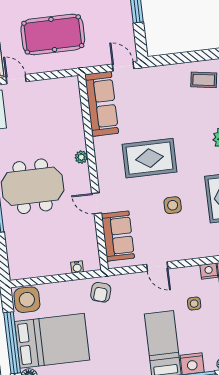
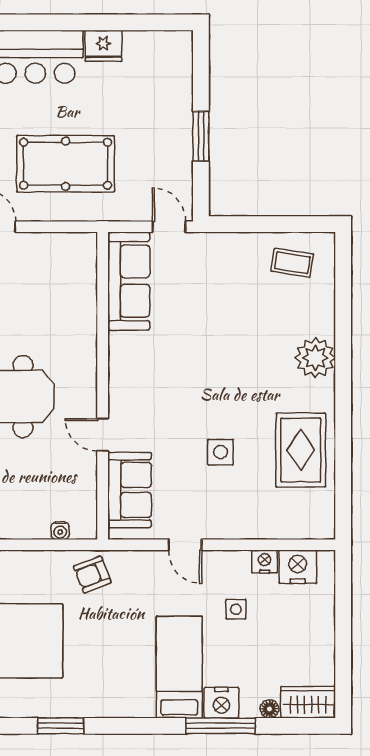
plant: (81, 157) -> (87, 360), removed
rug: (150, 158) -> (193, 374), removed
armchair: (101, 292) -> (92, 574), turned 52

